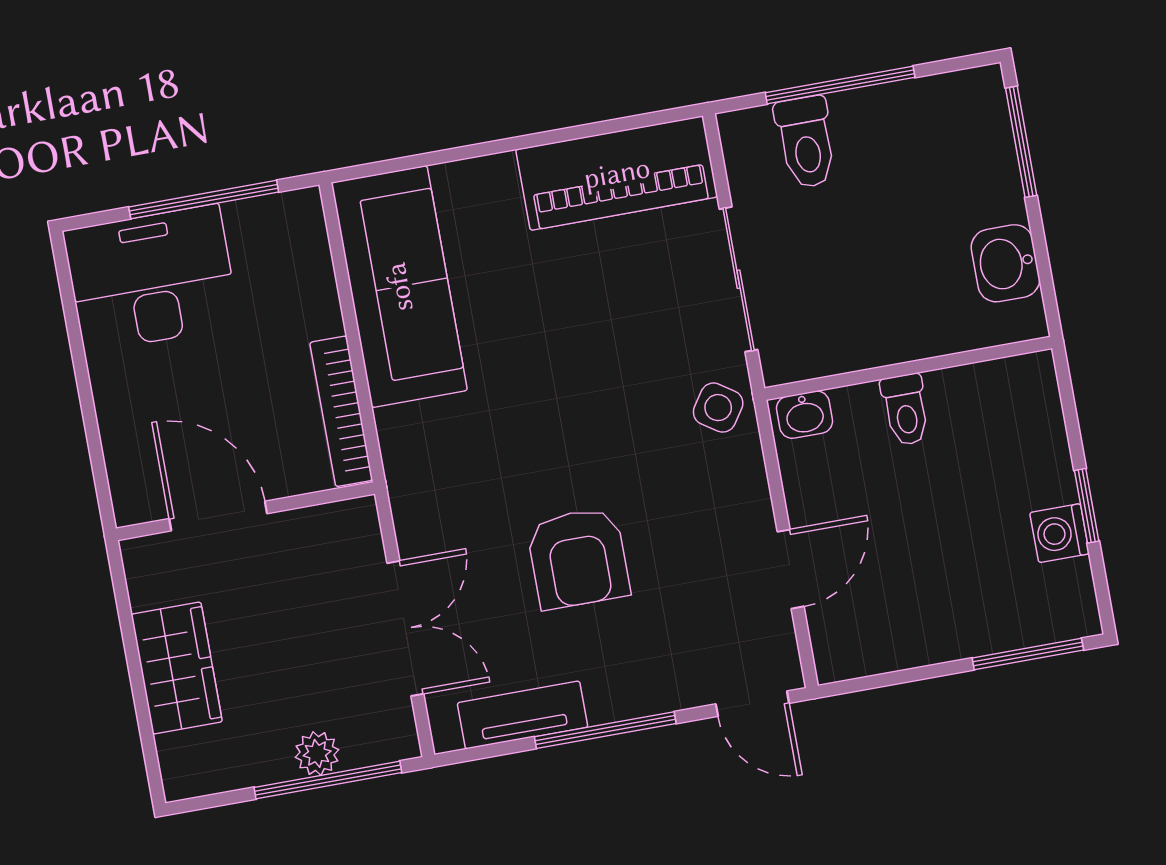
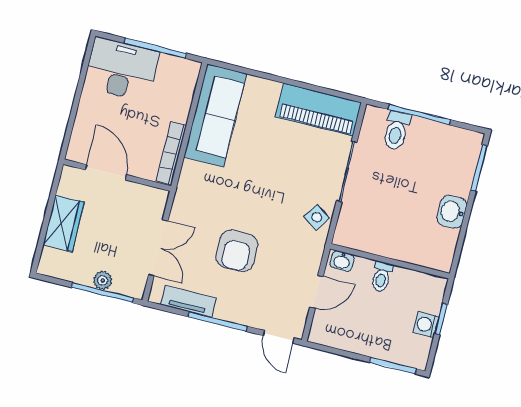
wall: (908, 368) -> (390, 261), moved
toilet: (905, 410) -> (382, 277), moved
washbasin: (805, 415) -> (342, 261), moved

